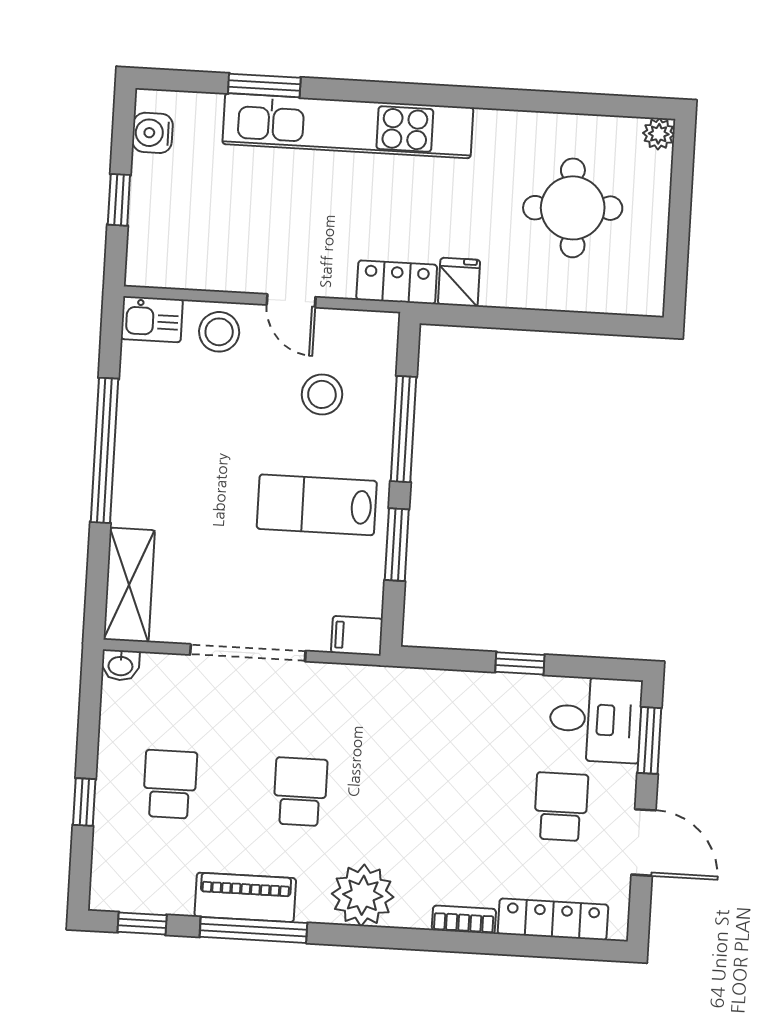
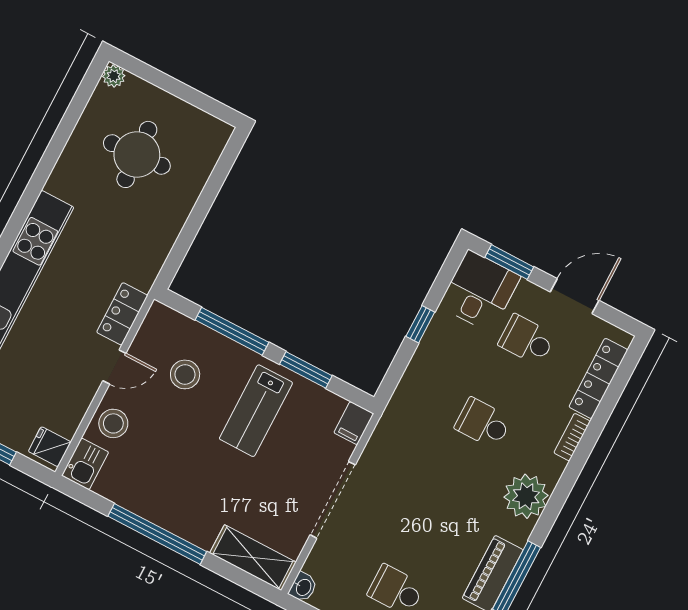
locker: (397, 282) -> (122, 314), moved
fridge: (459, 282) -> (50, 447), moved
school desk: (300, 792) -> (483, 423), moved

